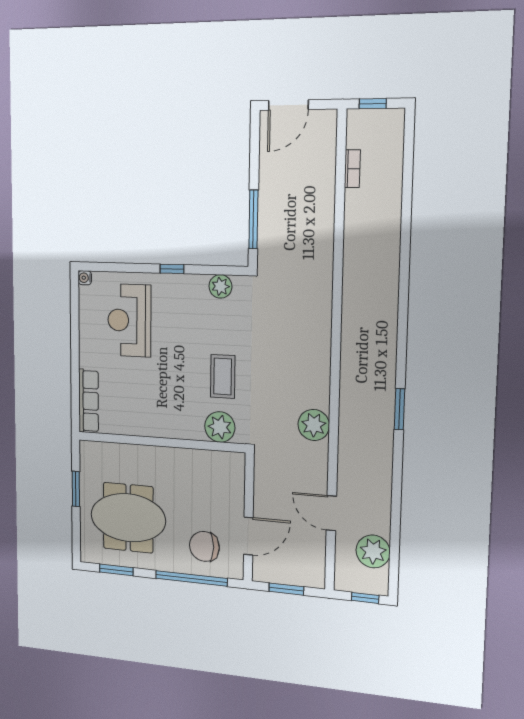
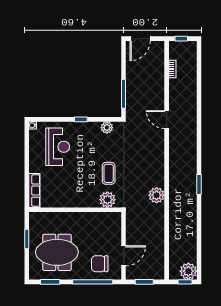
reception desk: (129, 320) -> (58, 147), turned 180
door: (331, 513) -> (167, 120), moved
plant: (373, 551) -> (188, 271), moved

